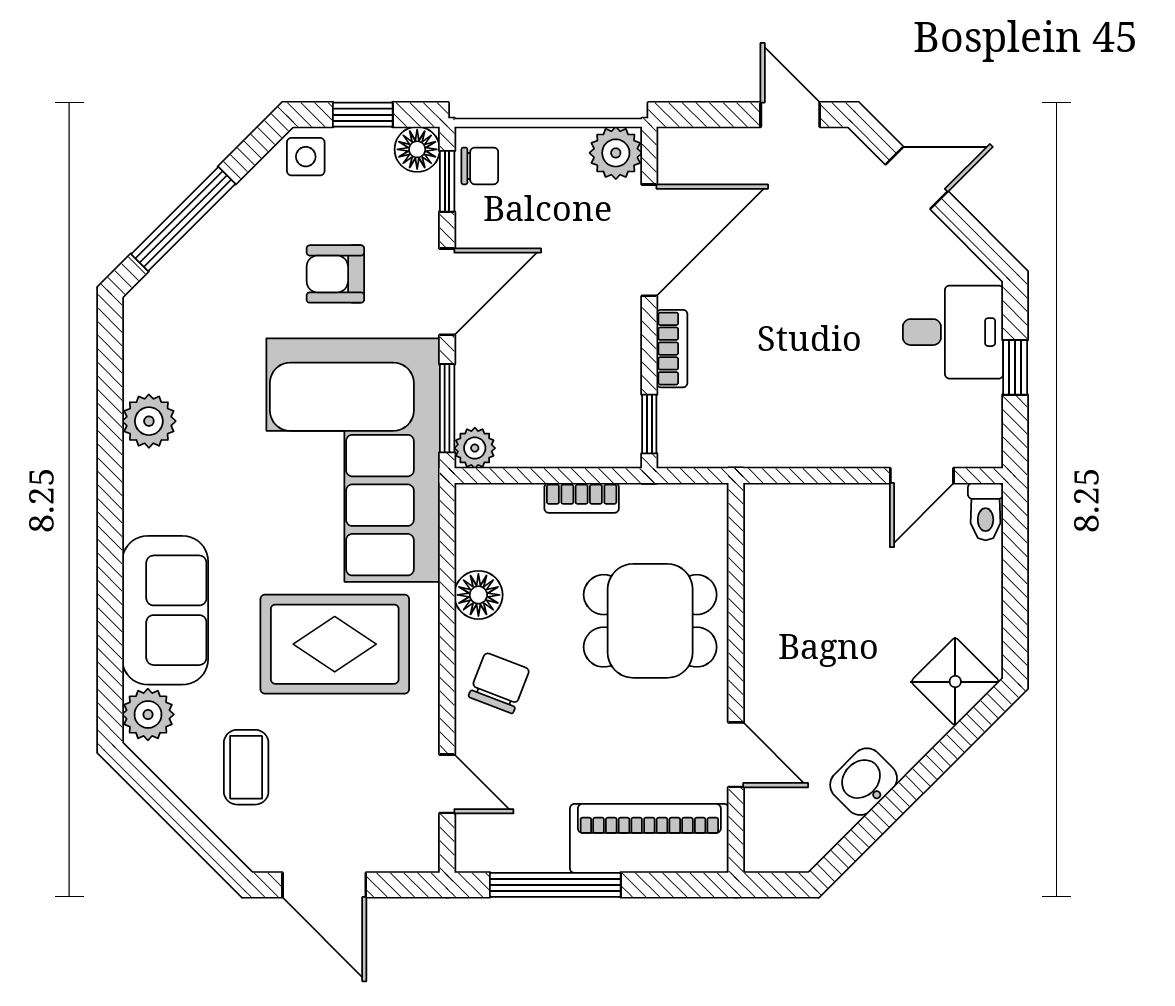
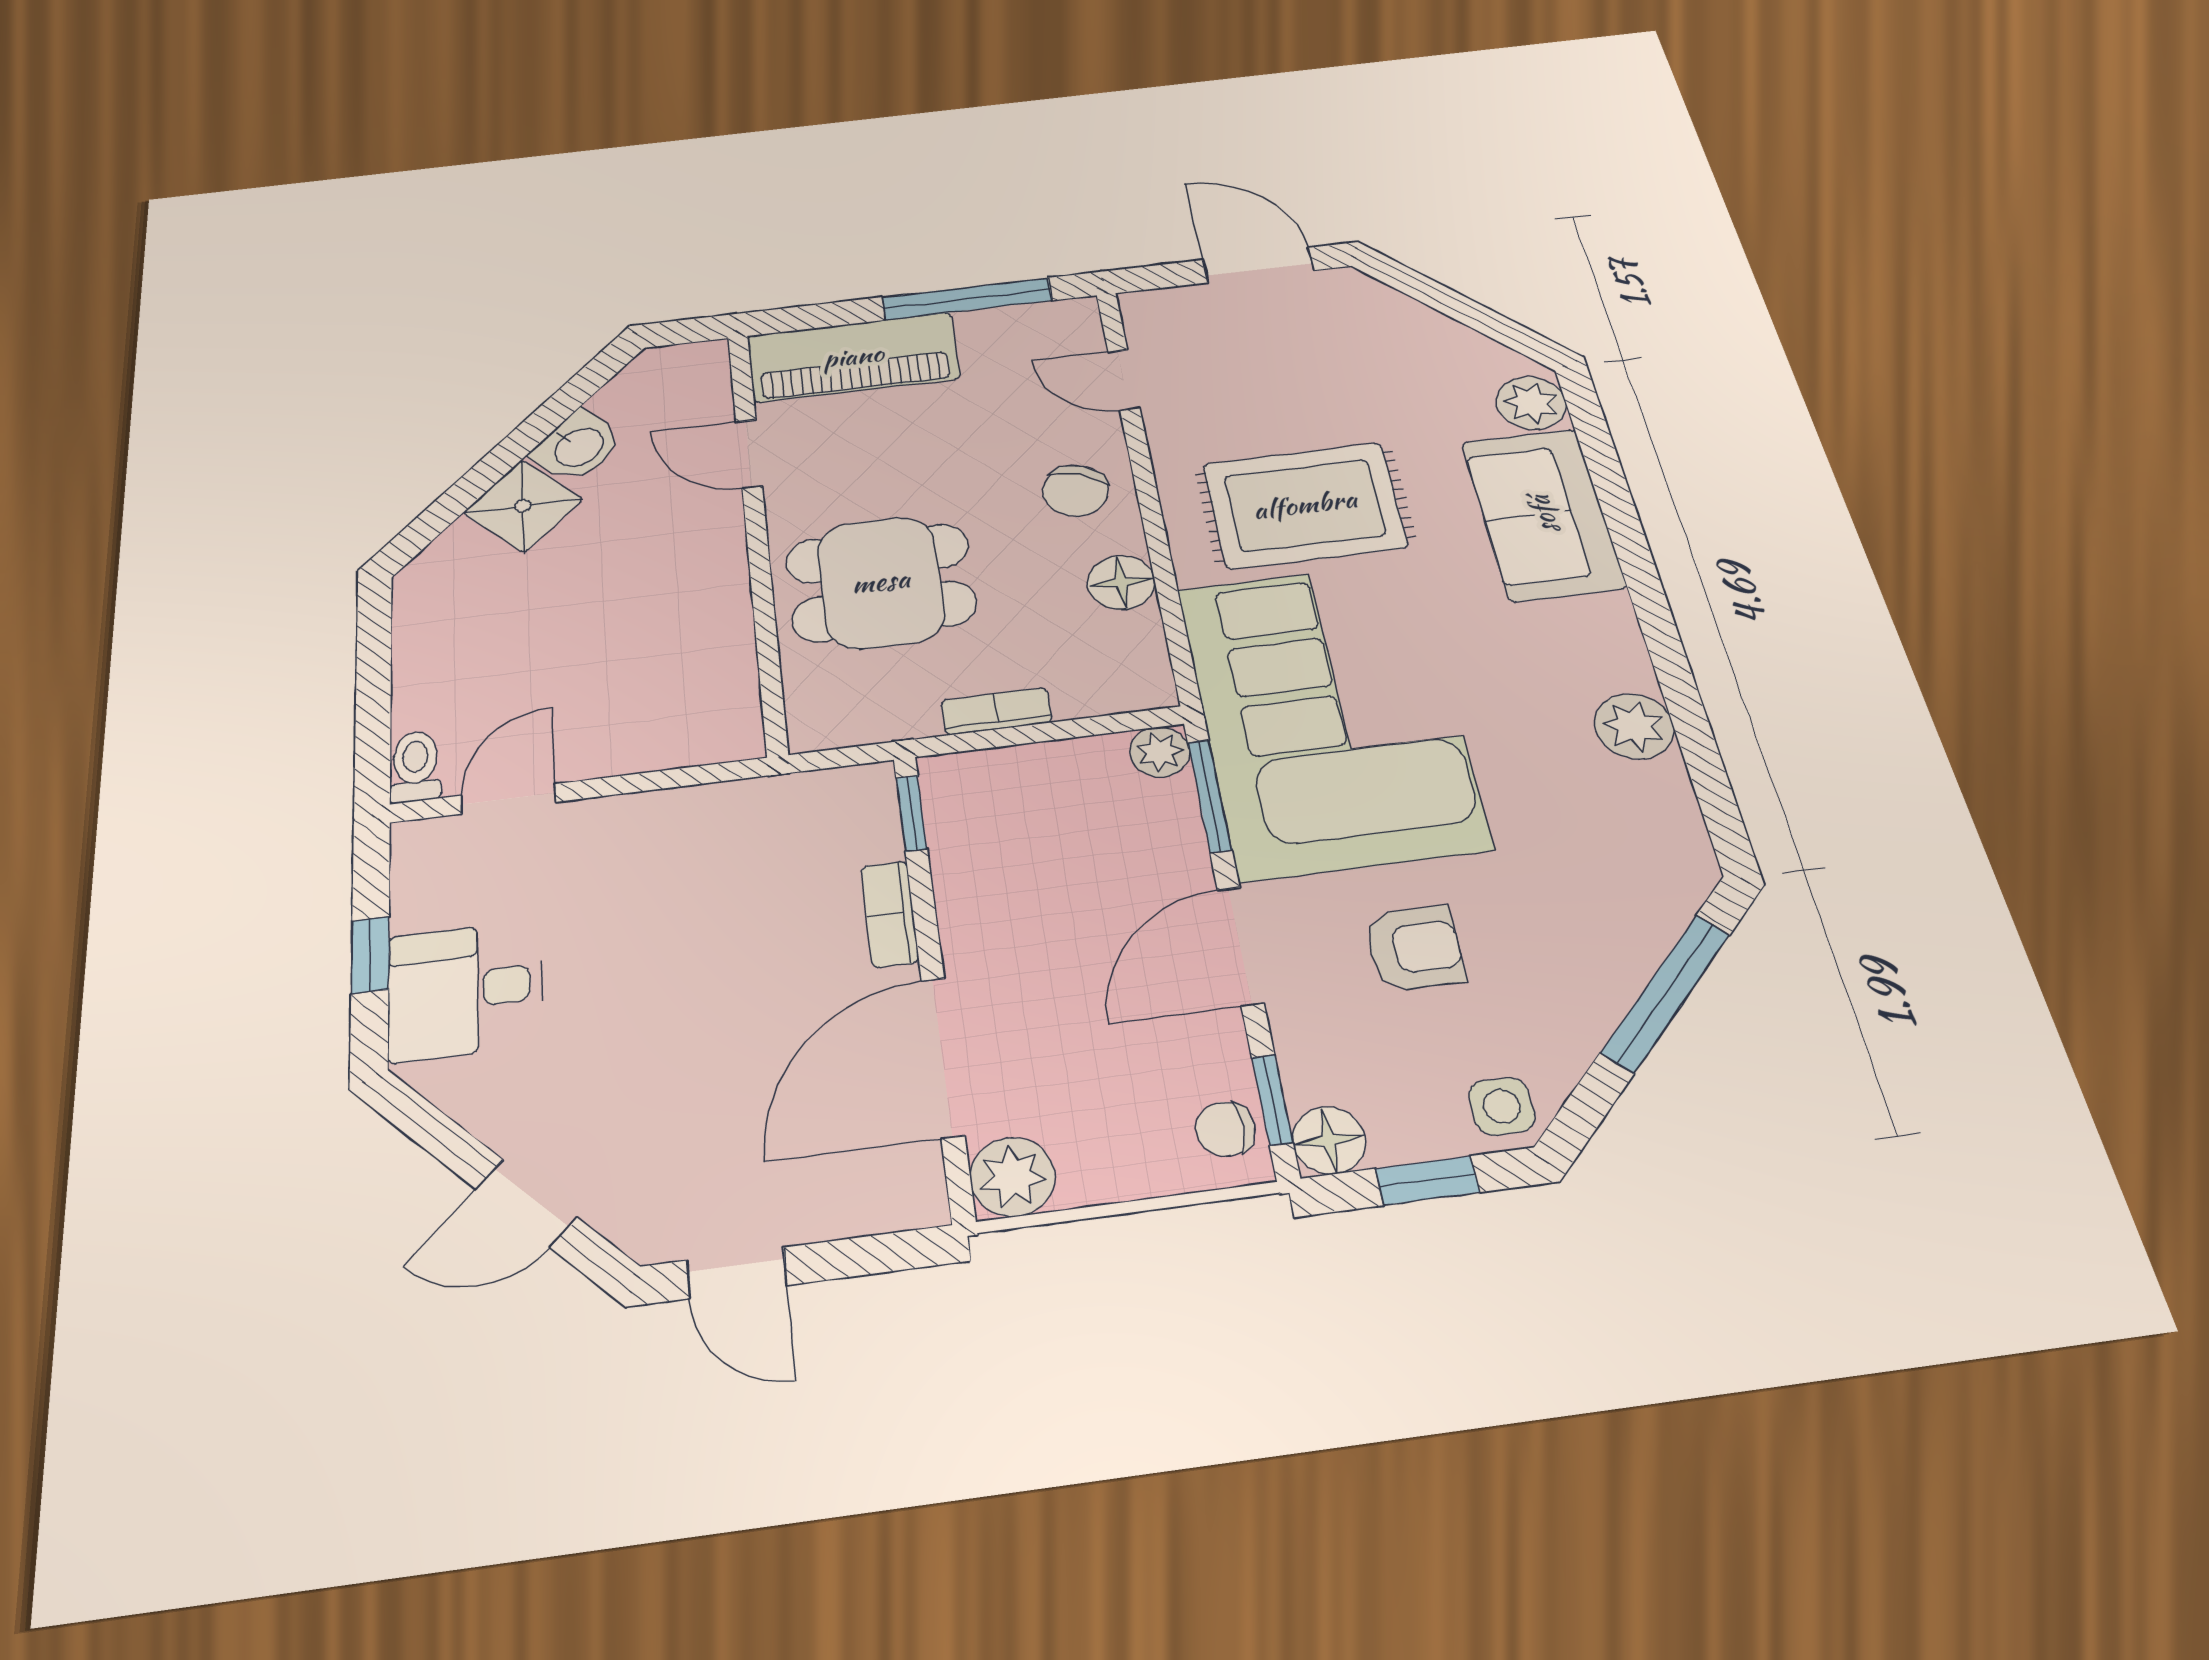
shower: (955, 682) -> (523, 506), moved
coffee table: (246, 767) -> (1388, 366), removed

